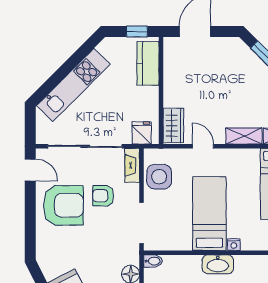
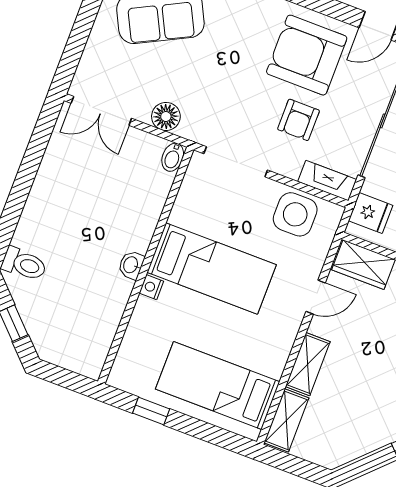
armchair: (103, 196) -> (298, 120), turned 180
armchair: (63, 205) -> (307, 55), turned 90
washbasin: (218, 264) -> (131, 265), width x0.52, depth x0.69

